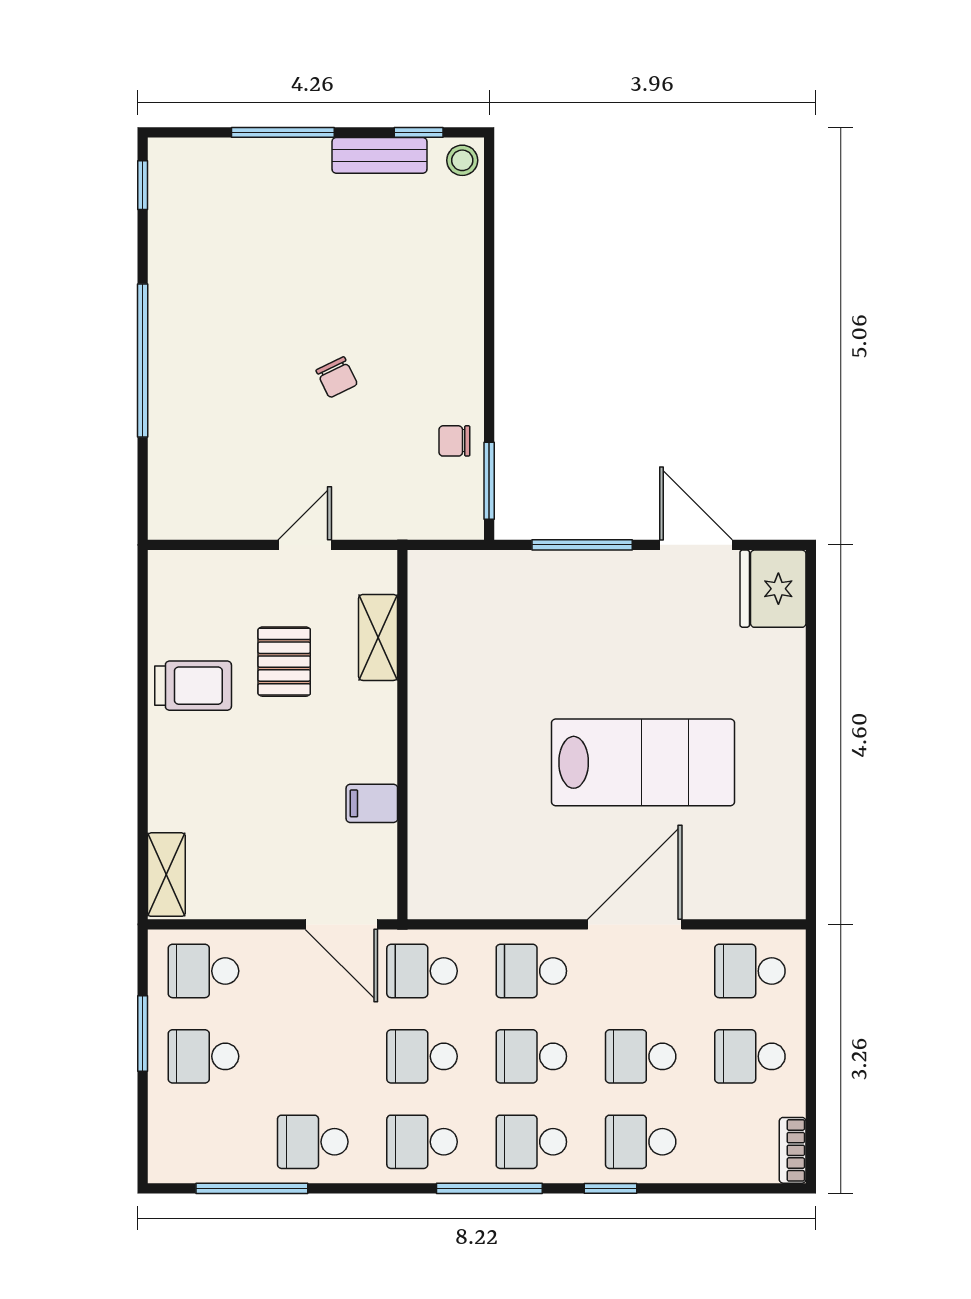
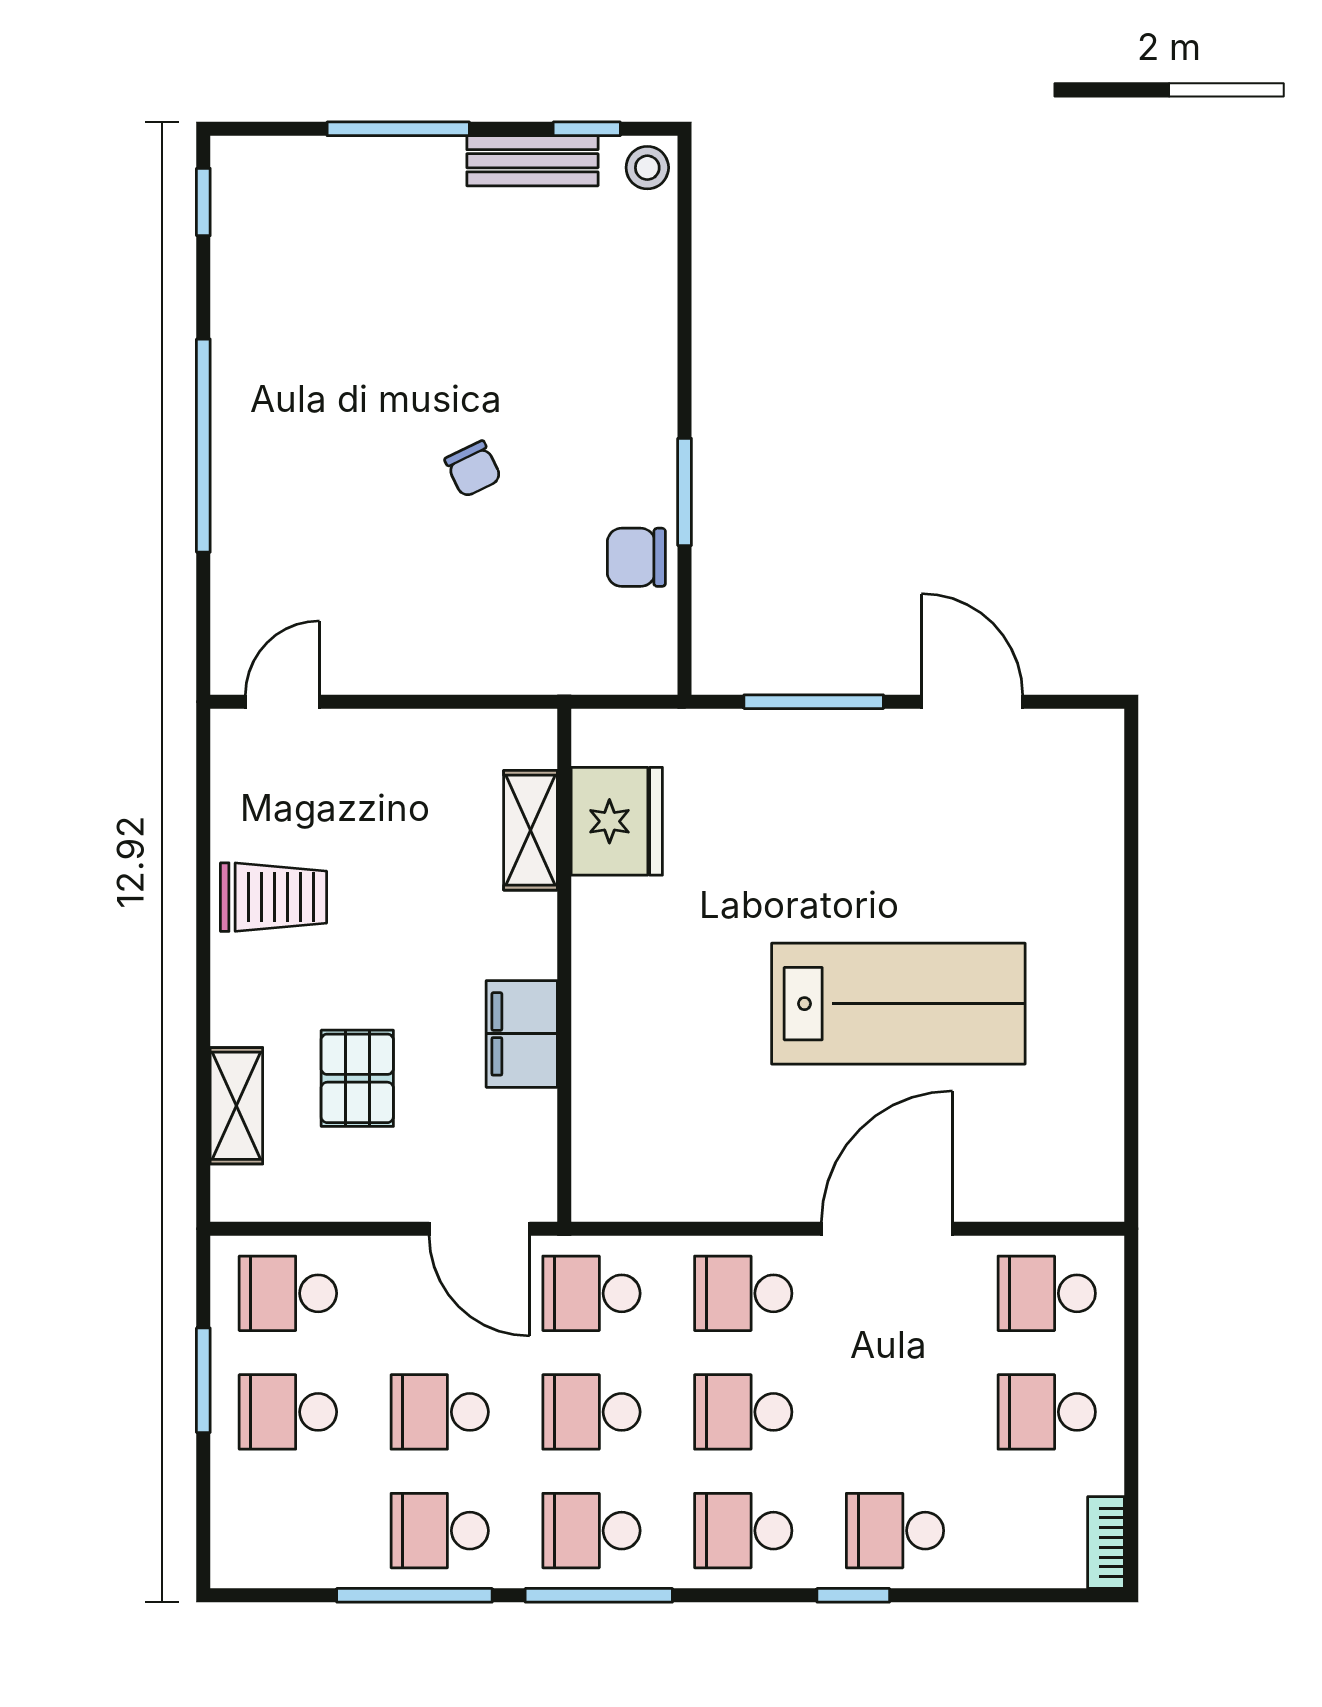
chair: (454, 441) -> (636, 557), width x1.37, depth x1.37
window: (489, 481) -> (685, 492), moved
door: (305, 545) -> (282, 702), moved
fridge: (773, 589) -> (617, 821), moved, turned 180
pallet: (284, 662) -> (357, 1078), moved
filing cabinet: (372, 803) -> (522, 1034), width x2.00
shelving: (166, 875) -> (236, 1106), moved
school desk: (641, 1056) -> (440, 1412), moved
window: (252, 1188) -> (414, 1595), moved
window: (489, 1188) -> (599, 1595), moved

